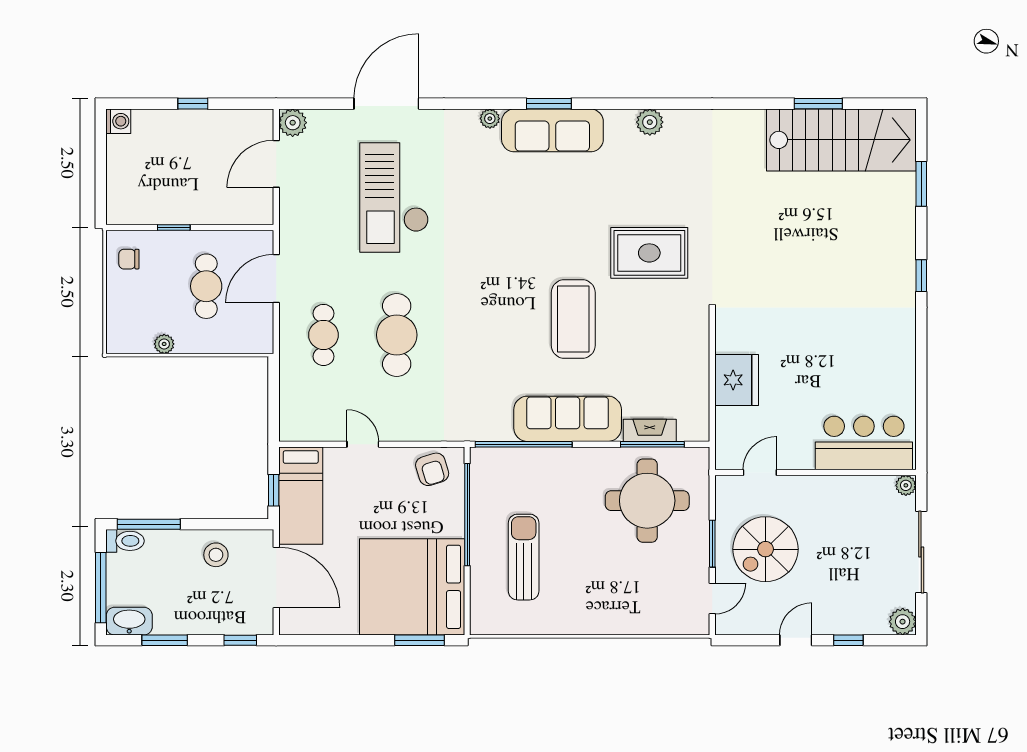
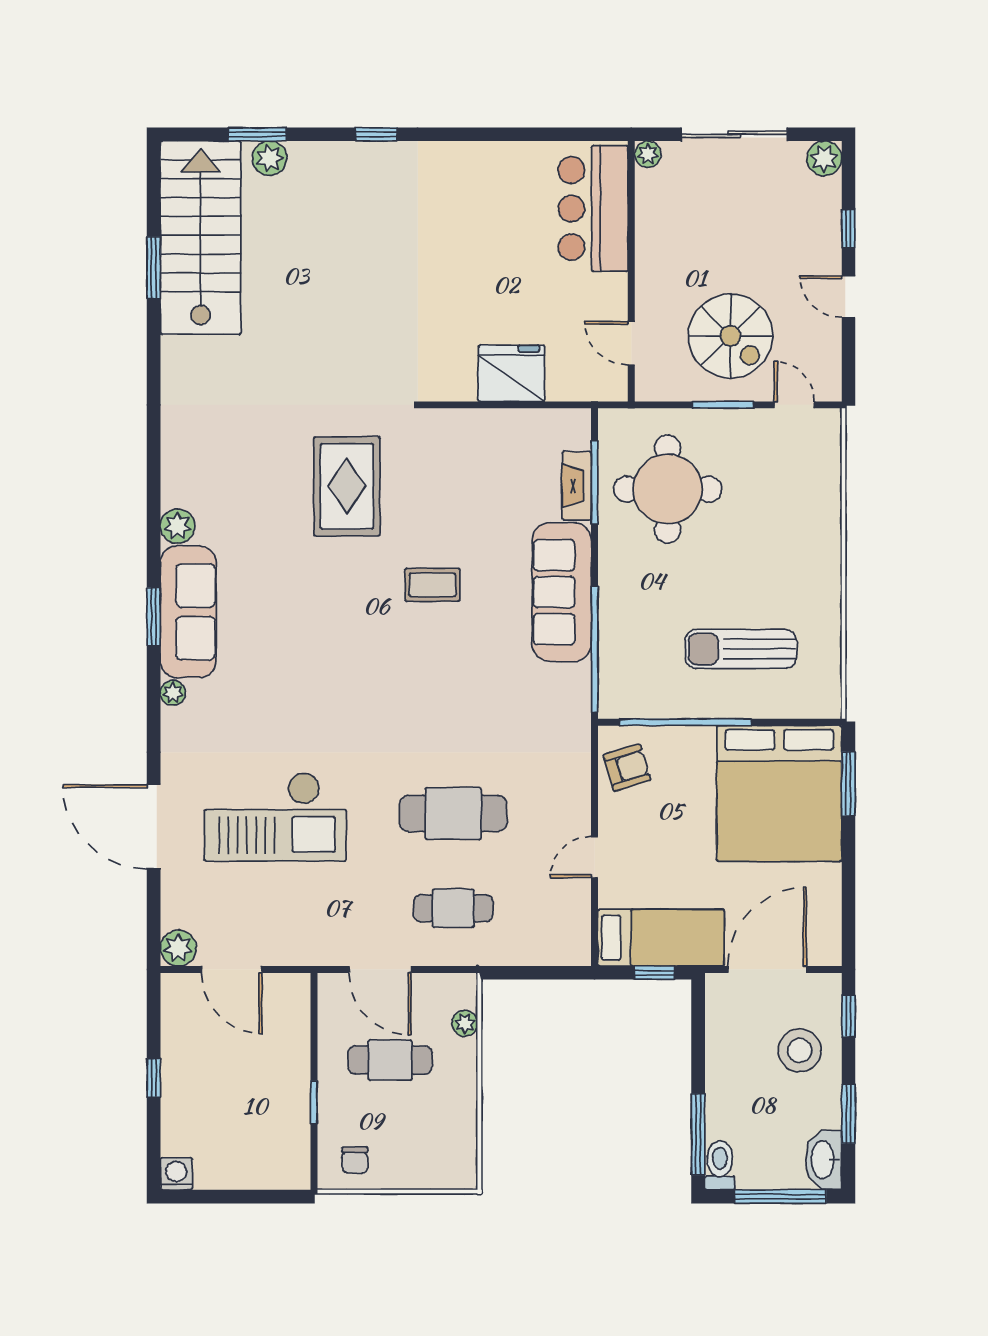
plant: (650, 122) -> (178, 526), moved
plant: (903, 193) -> (270, 158), added
coffee table: (573, 319) -> (432, 585), width x0.54, depth x0.58
plant: (164, 344) -> (465, 1023), moved
stool: (216, 555) -> (800, 1050), moved, width x1.38, depth x1.38

